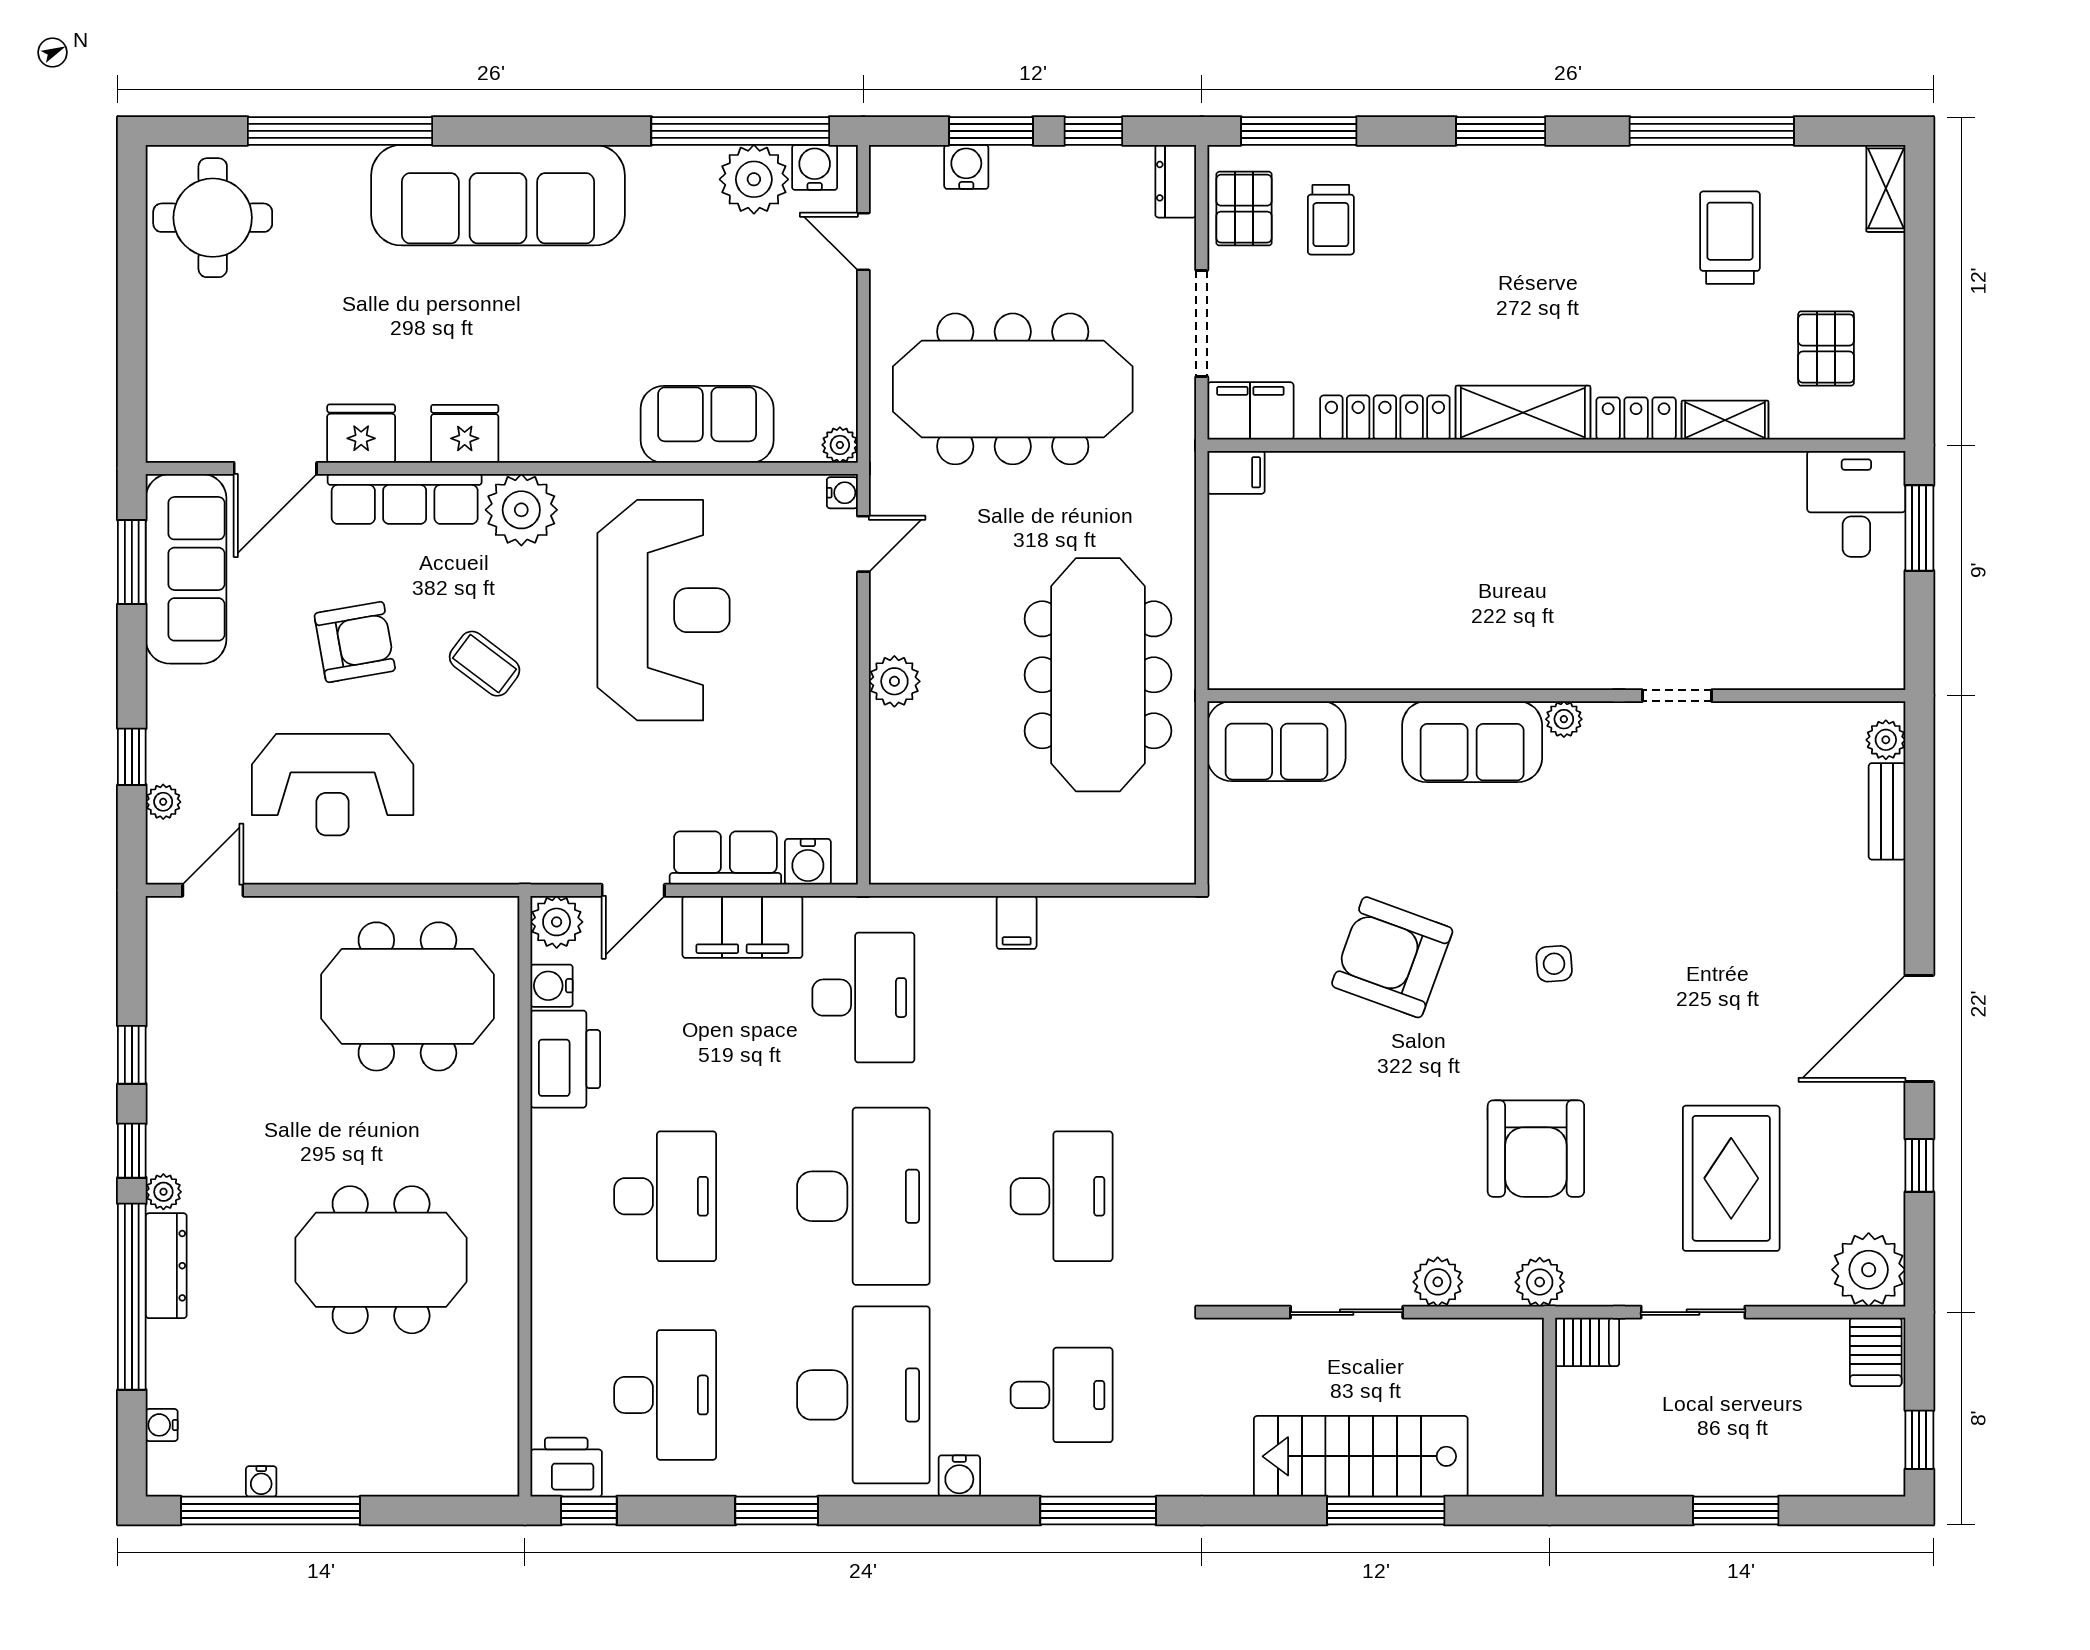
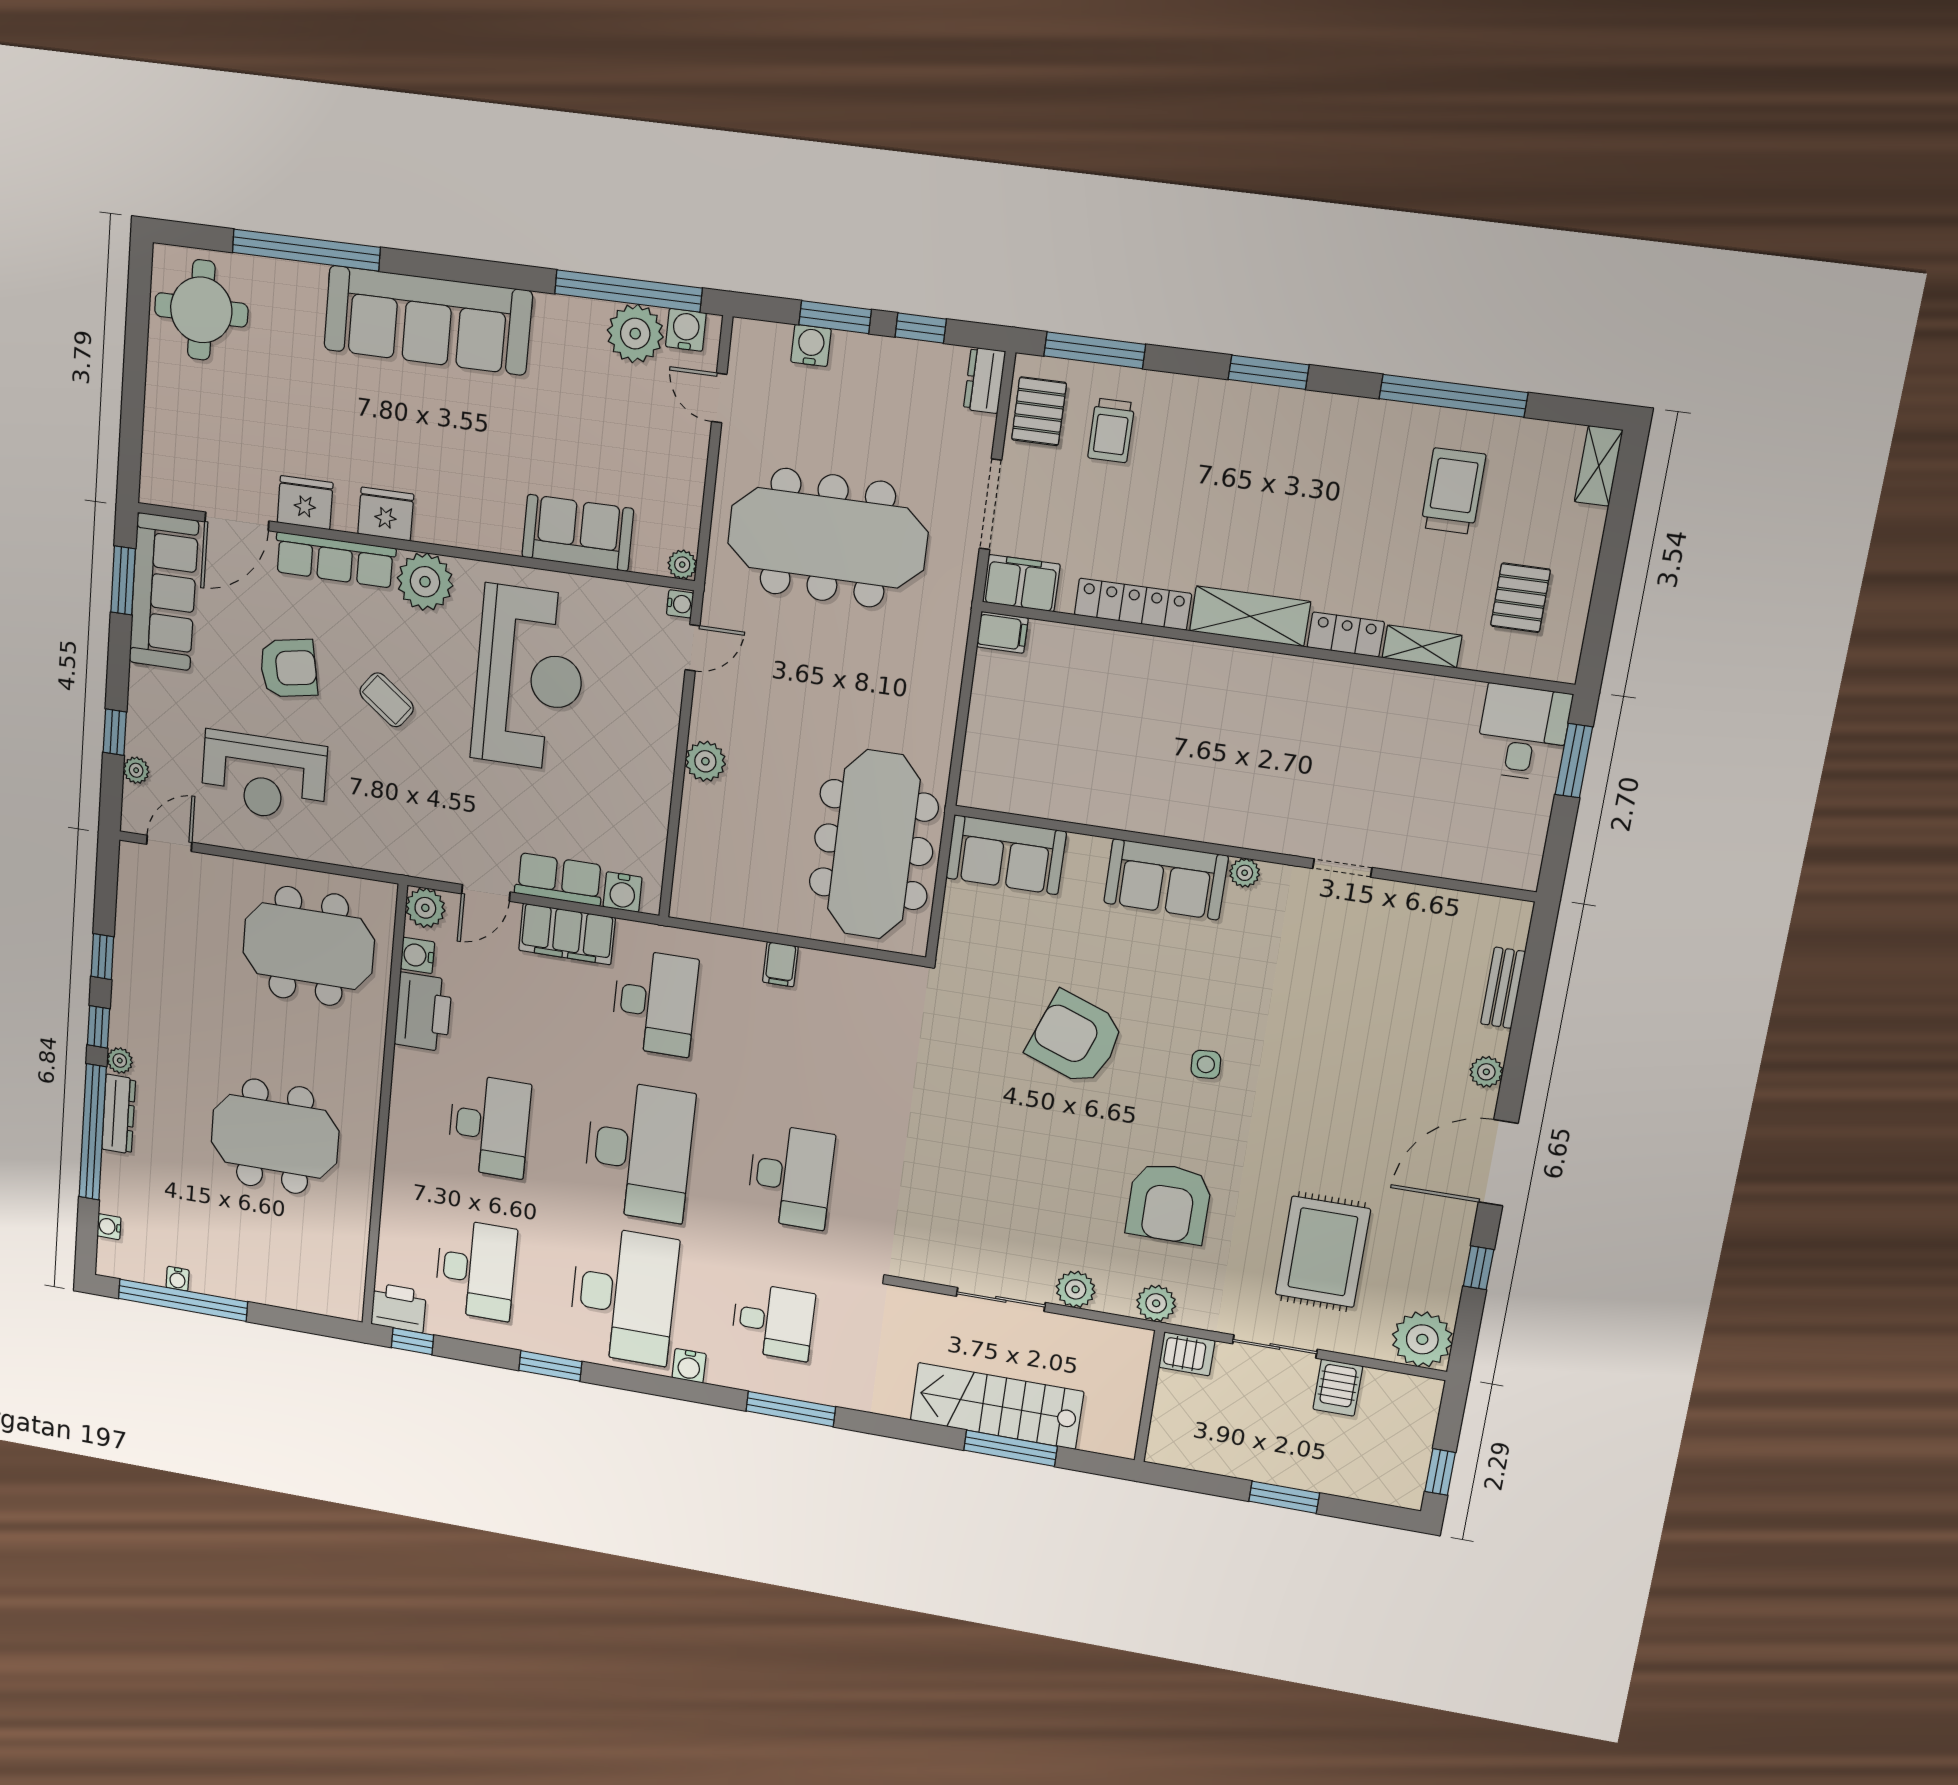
meeting table: (1098, 675) -> (874, 845), moved
plant: (1886, 740) -> (1486, 1072), moved
server rack: (1876, 1352) -> (1338, 1388), moved

